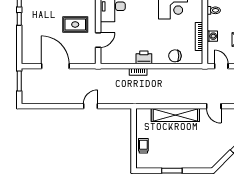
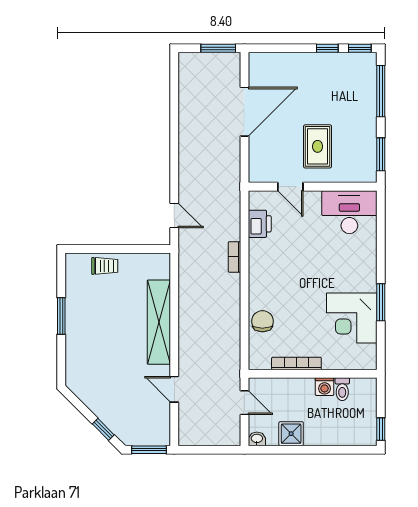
washing machine: (212, 36) -> (325, 387), moved
printer: (144, 57) -> (260, 224), moved
door: (221, 66) -> (244, 403), hinge flipped
door: (91, 106) -> (174, 216), moved
door: (214, 106) -> (174, 389), hinge flipped

